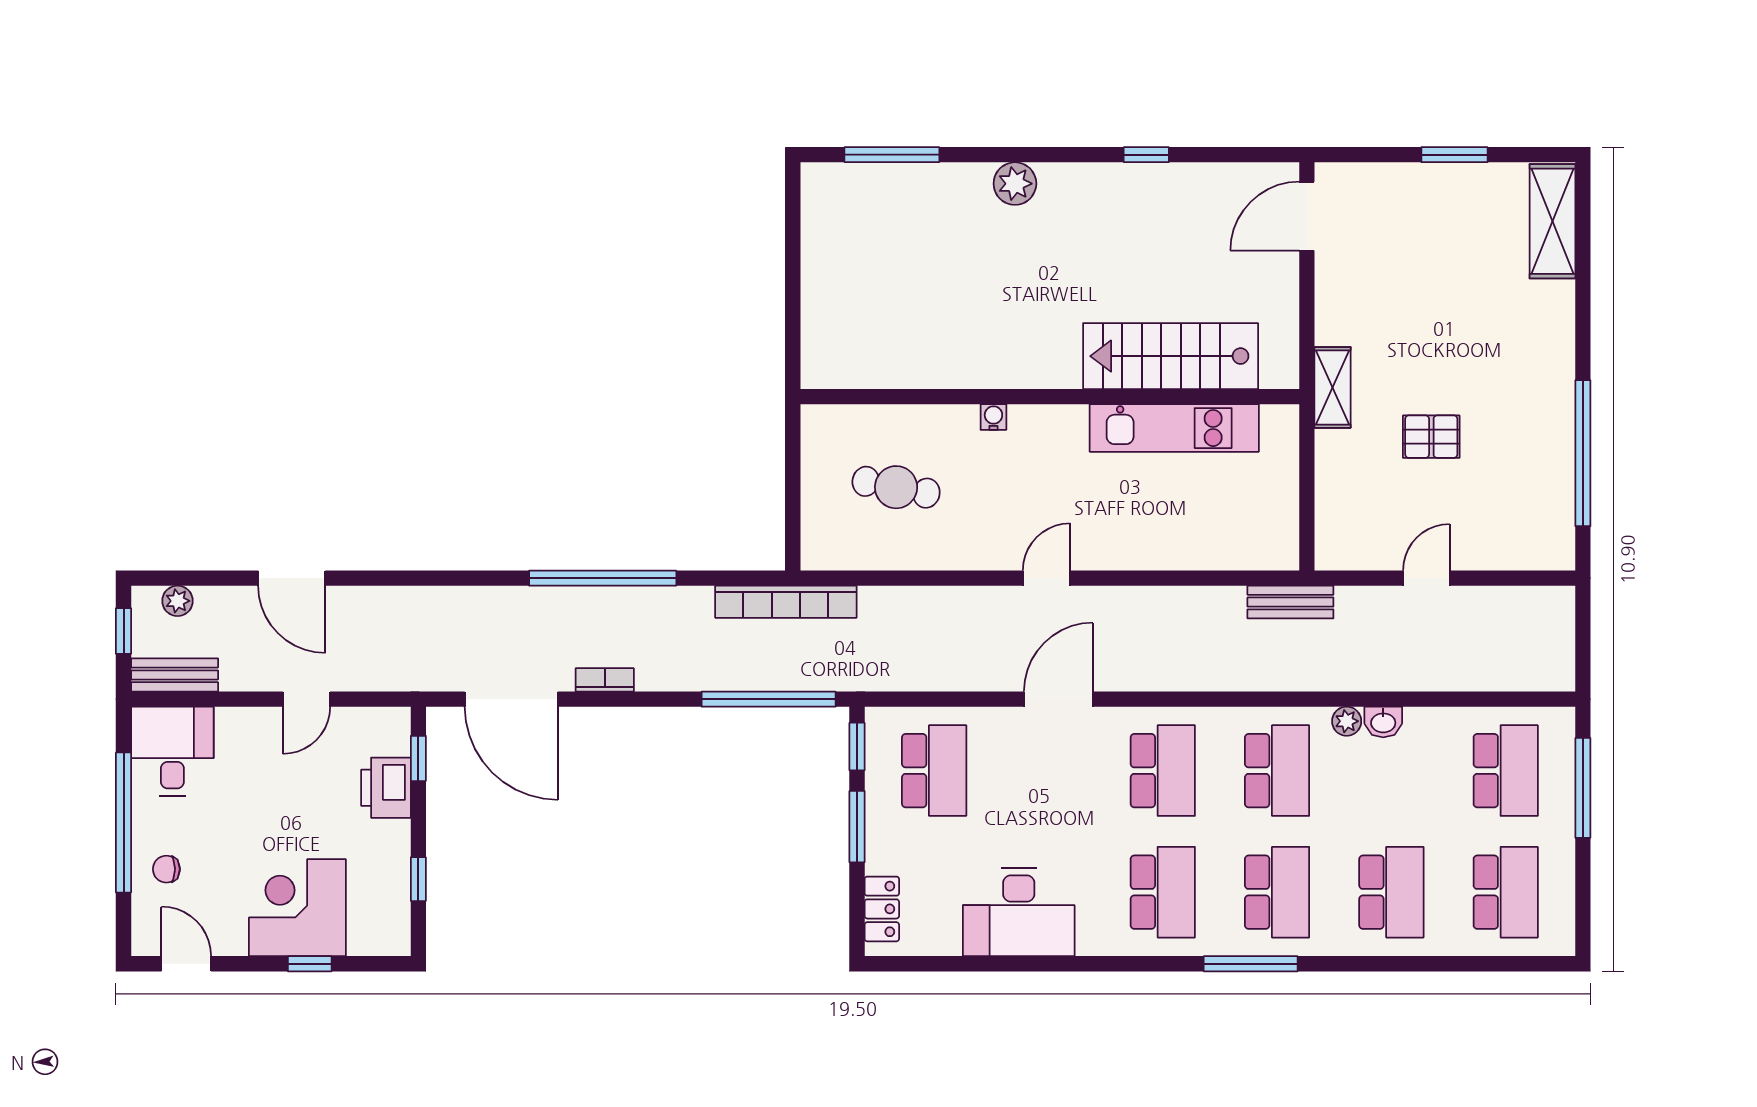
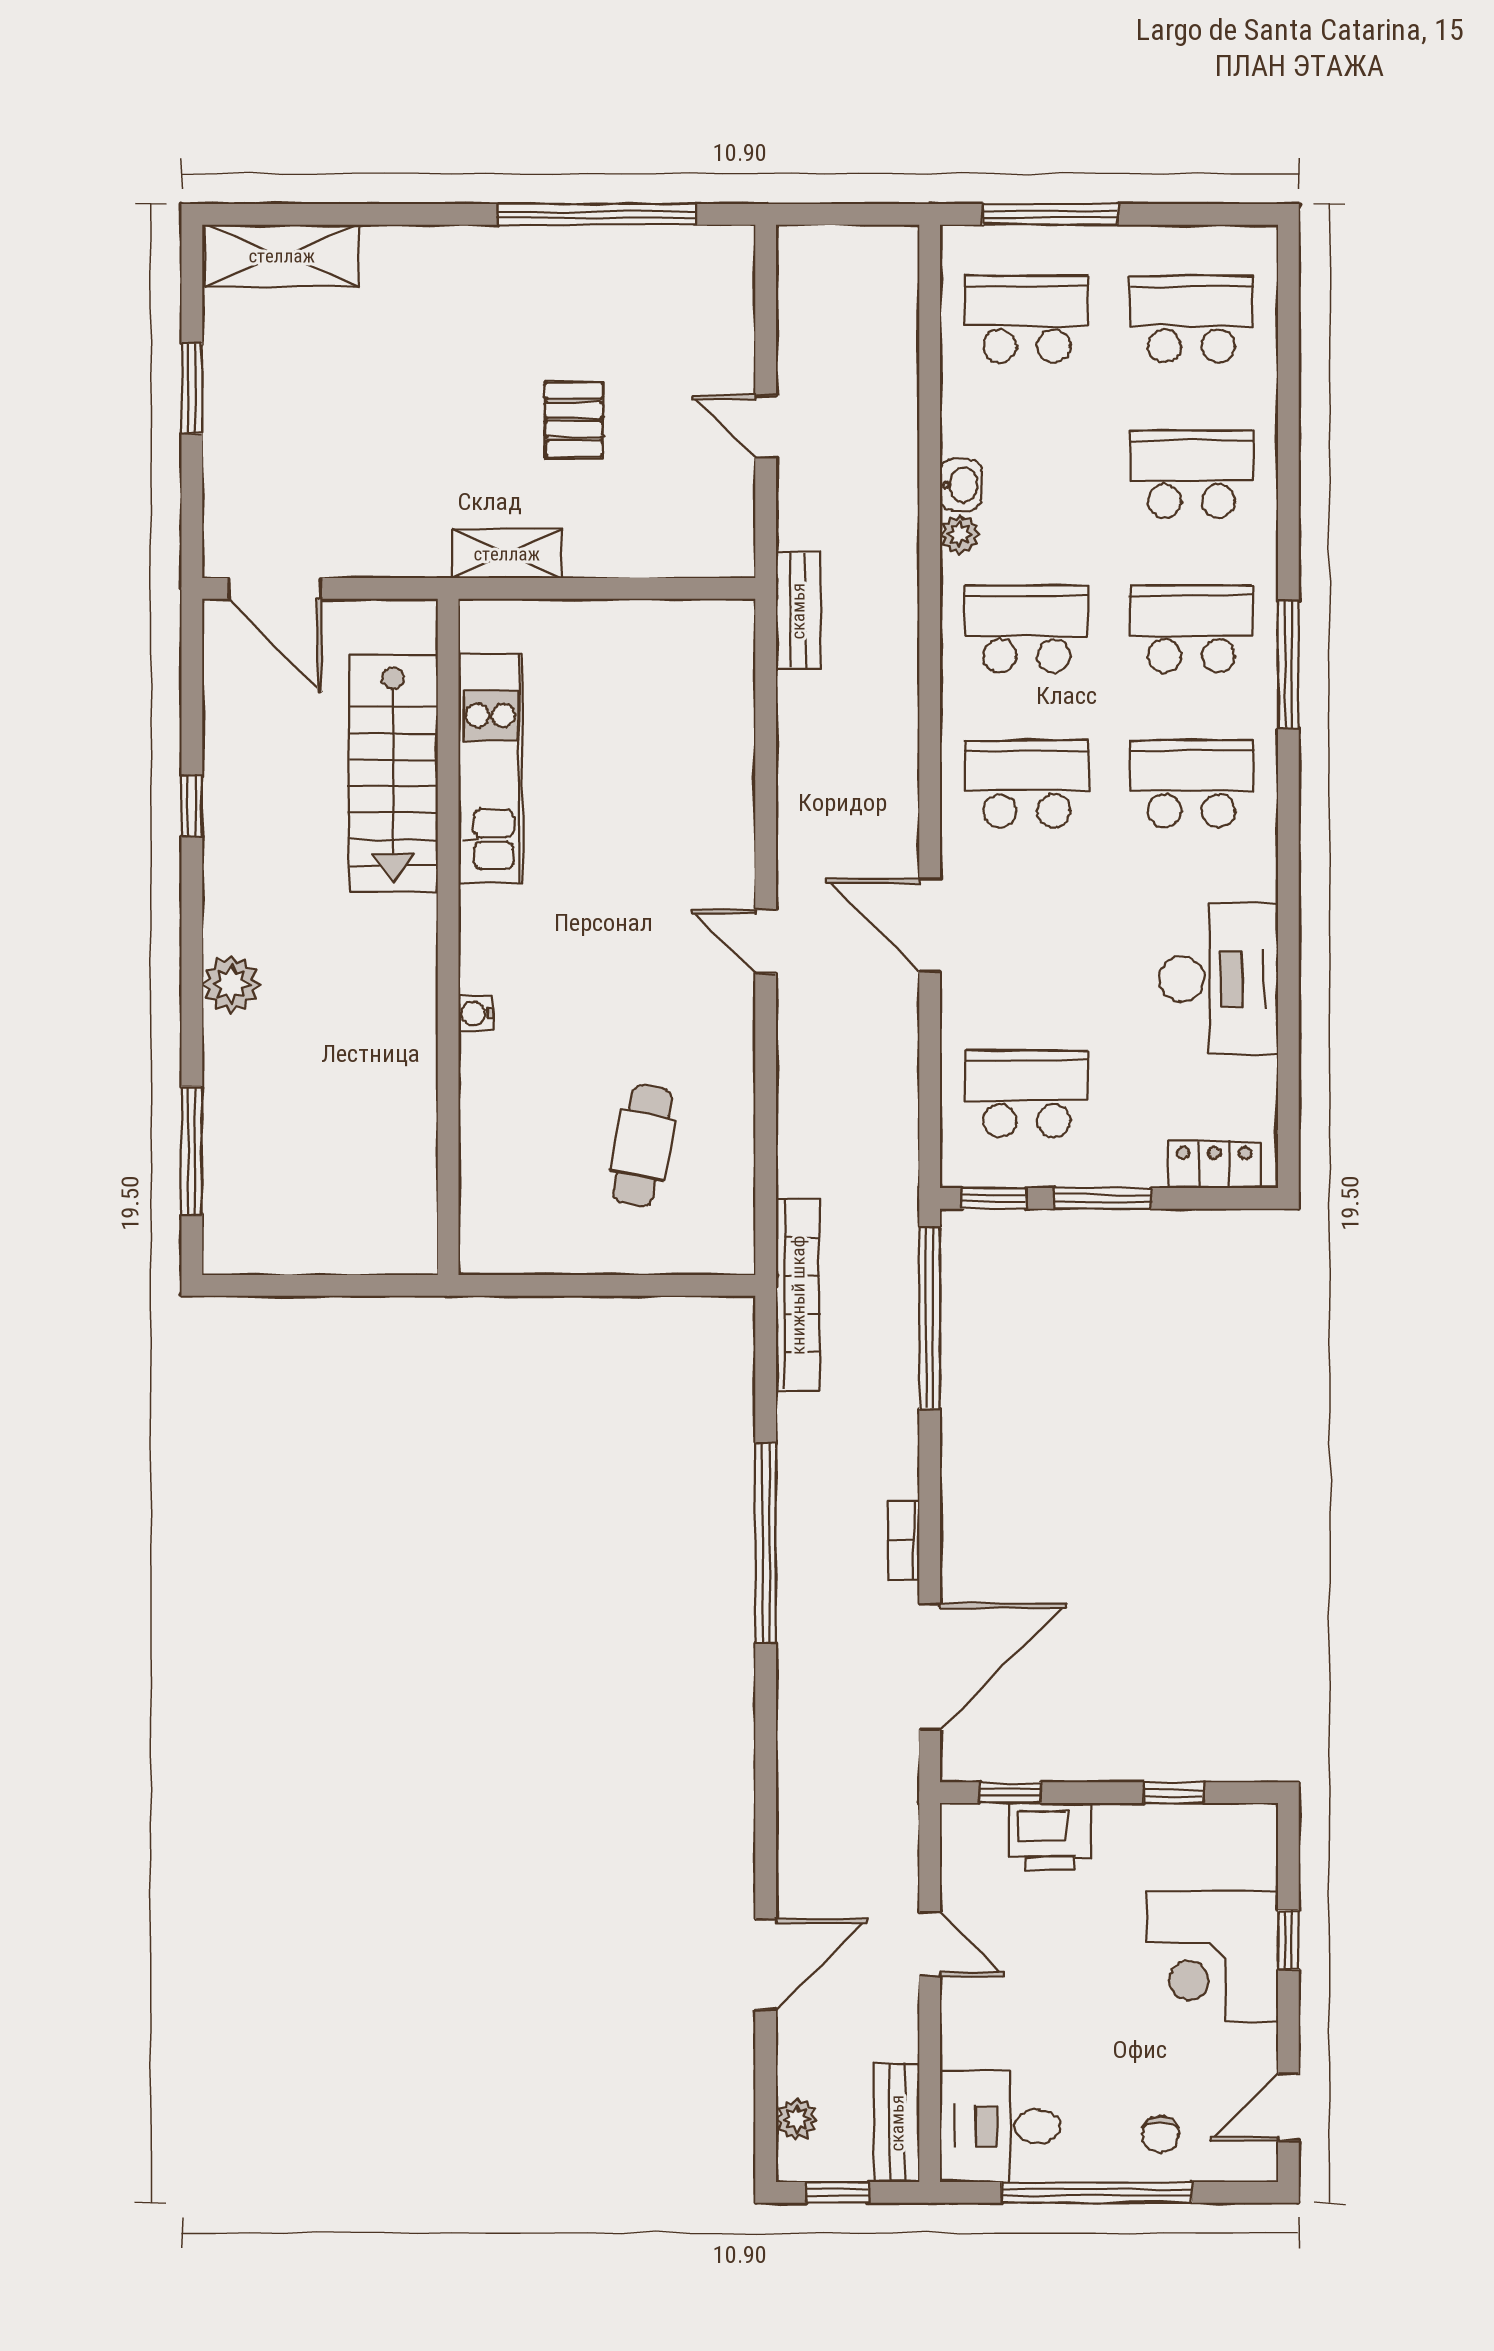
stairs: (1171, 356) -> (393, 773), moved
wall: (1050, 397) -> (448, 937), moved
water cooler: (993, 417) -> (476, 1013), moved
kitchen unit: (1174, 428) -> (491, 768), moved

